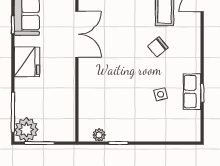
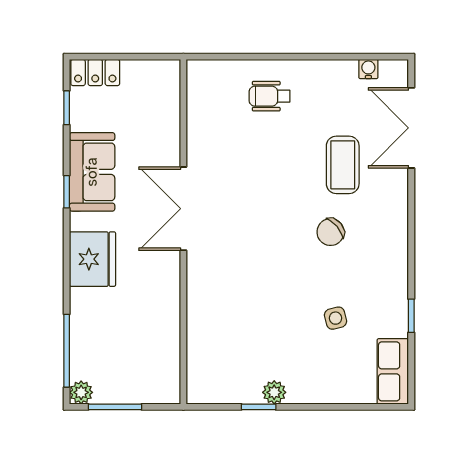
double door: (77, 34) -> (183, 209), swing flipped
row of seats: (192, 92) -> (393, 371), moved
plant: (26, 130) -> (81, 392), width x0.53, depth x0.53
plant: (99, 135) -> (274, 392), moved

